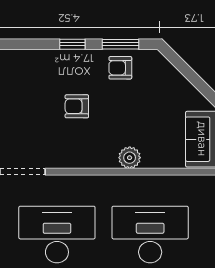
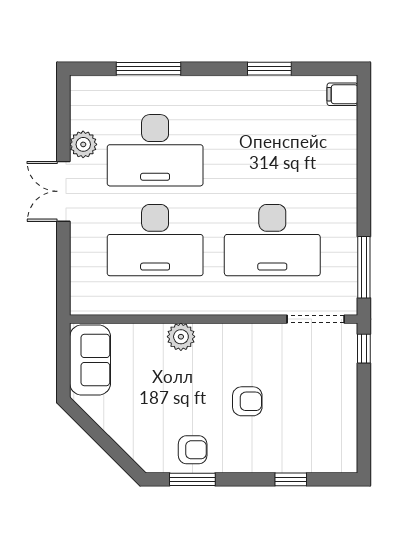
window: (72, 44) -> (291, 479), moved

